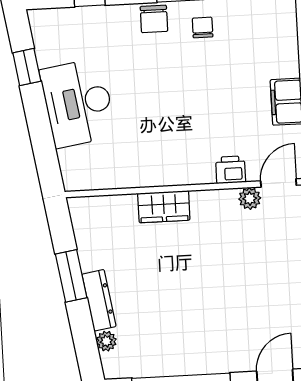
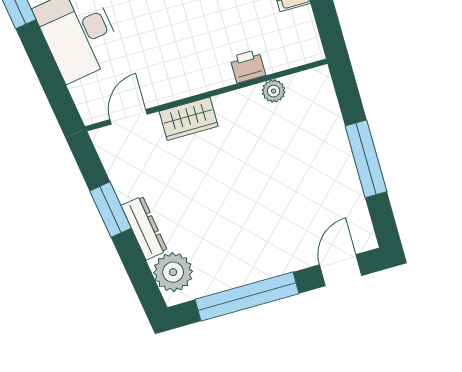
door: (278, 183) -> (129, 117), moved
plant: (106, 341) -> (173, 272), width x1.87, depth x1.87

